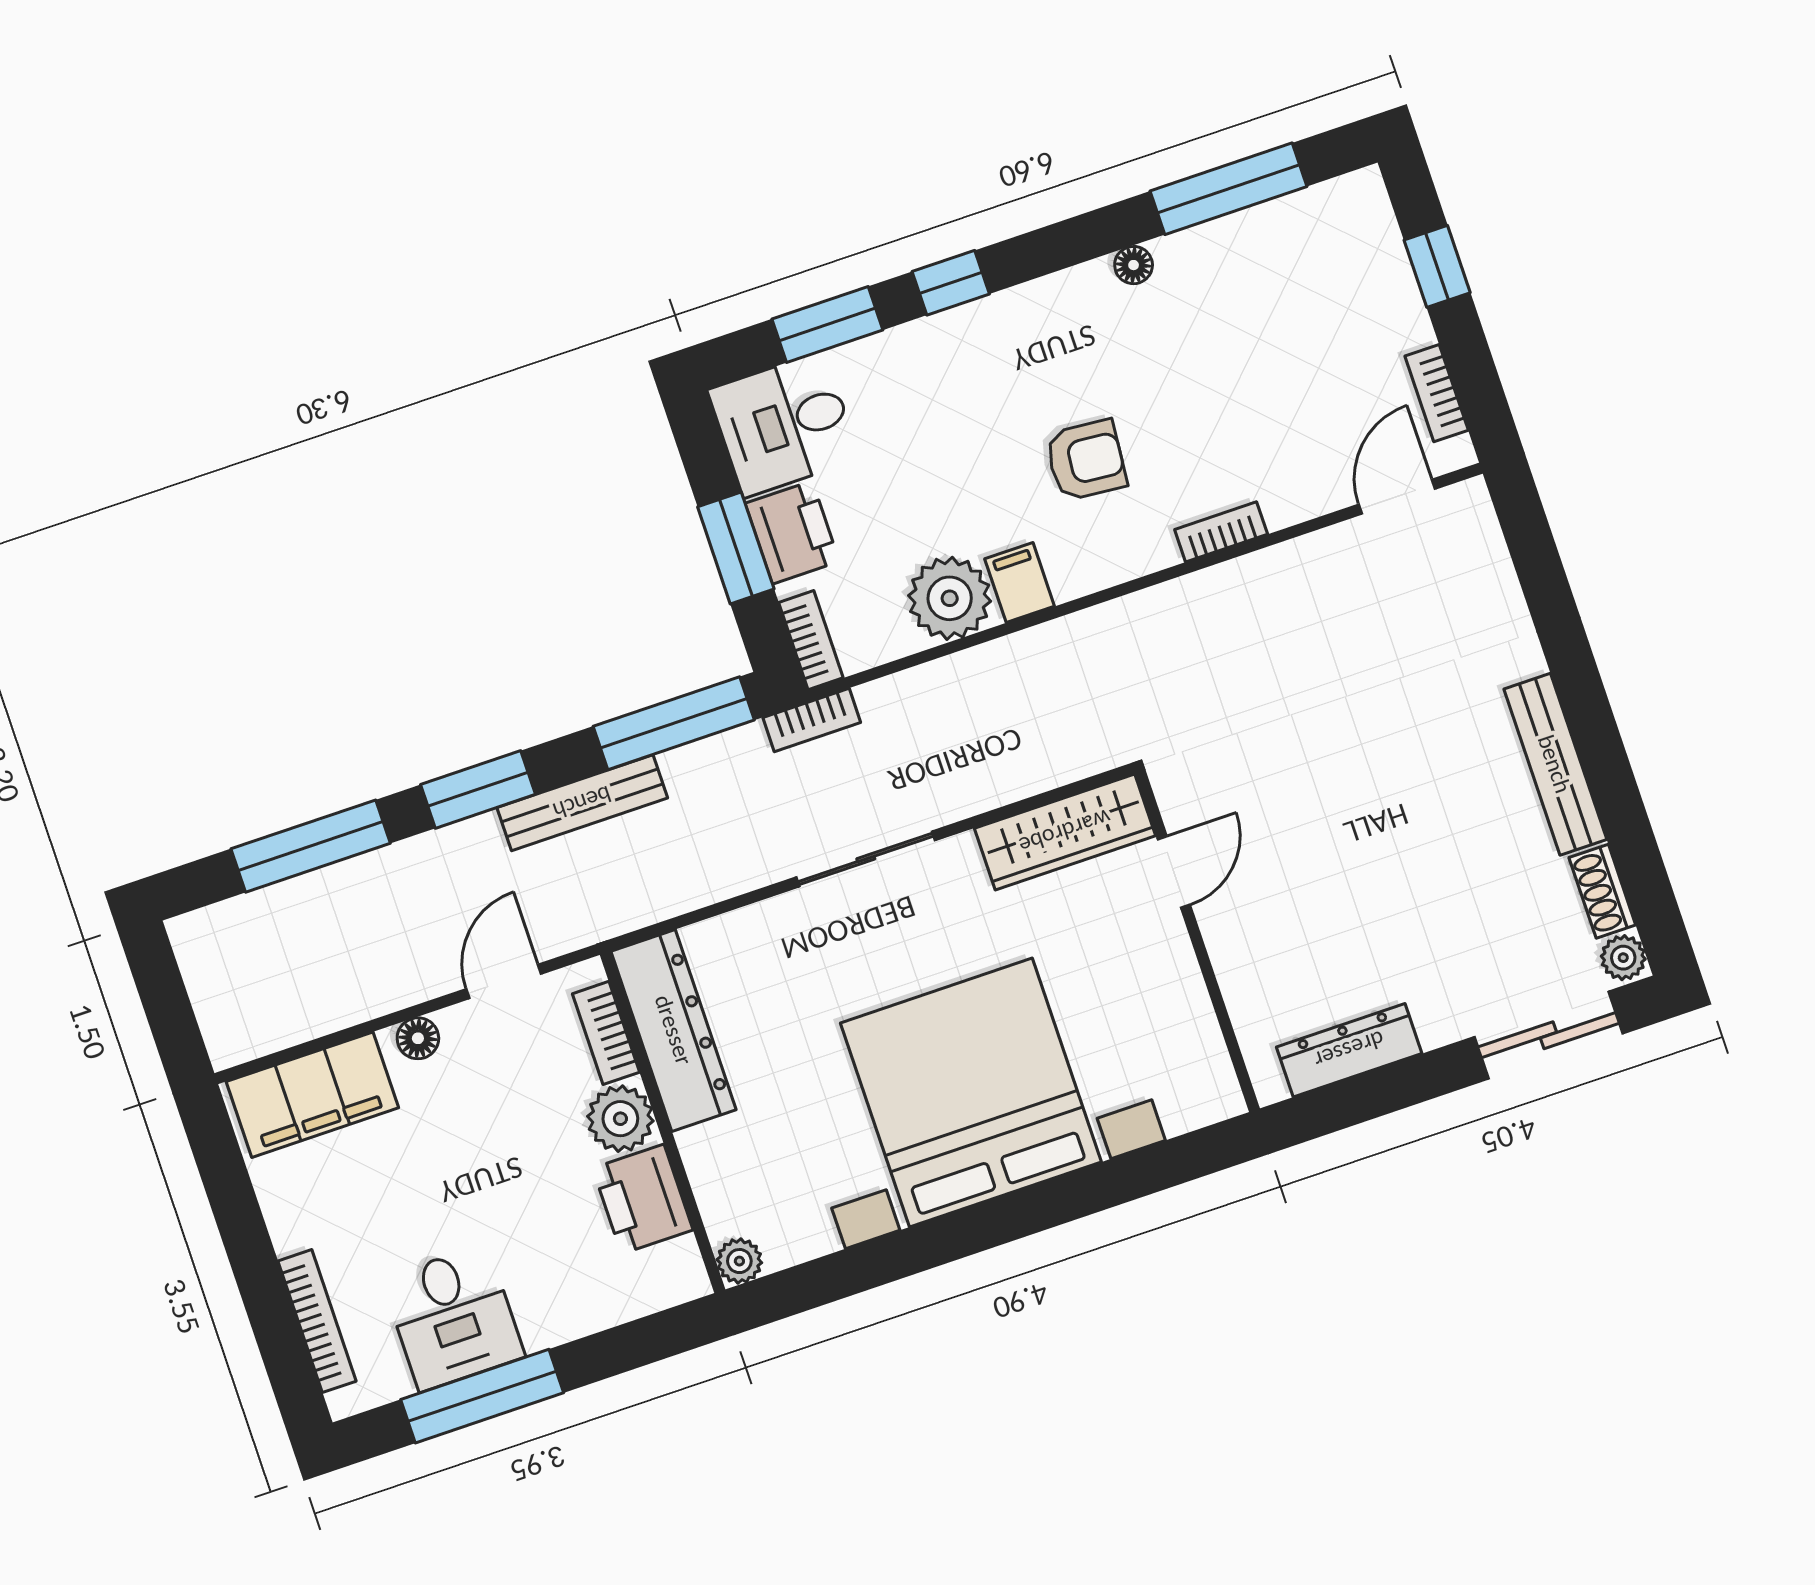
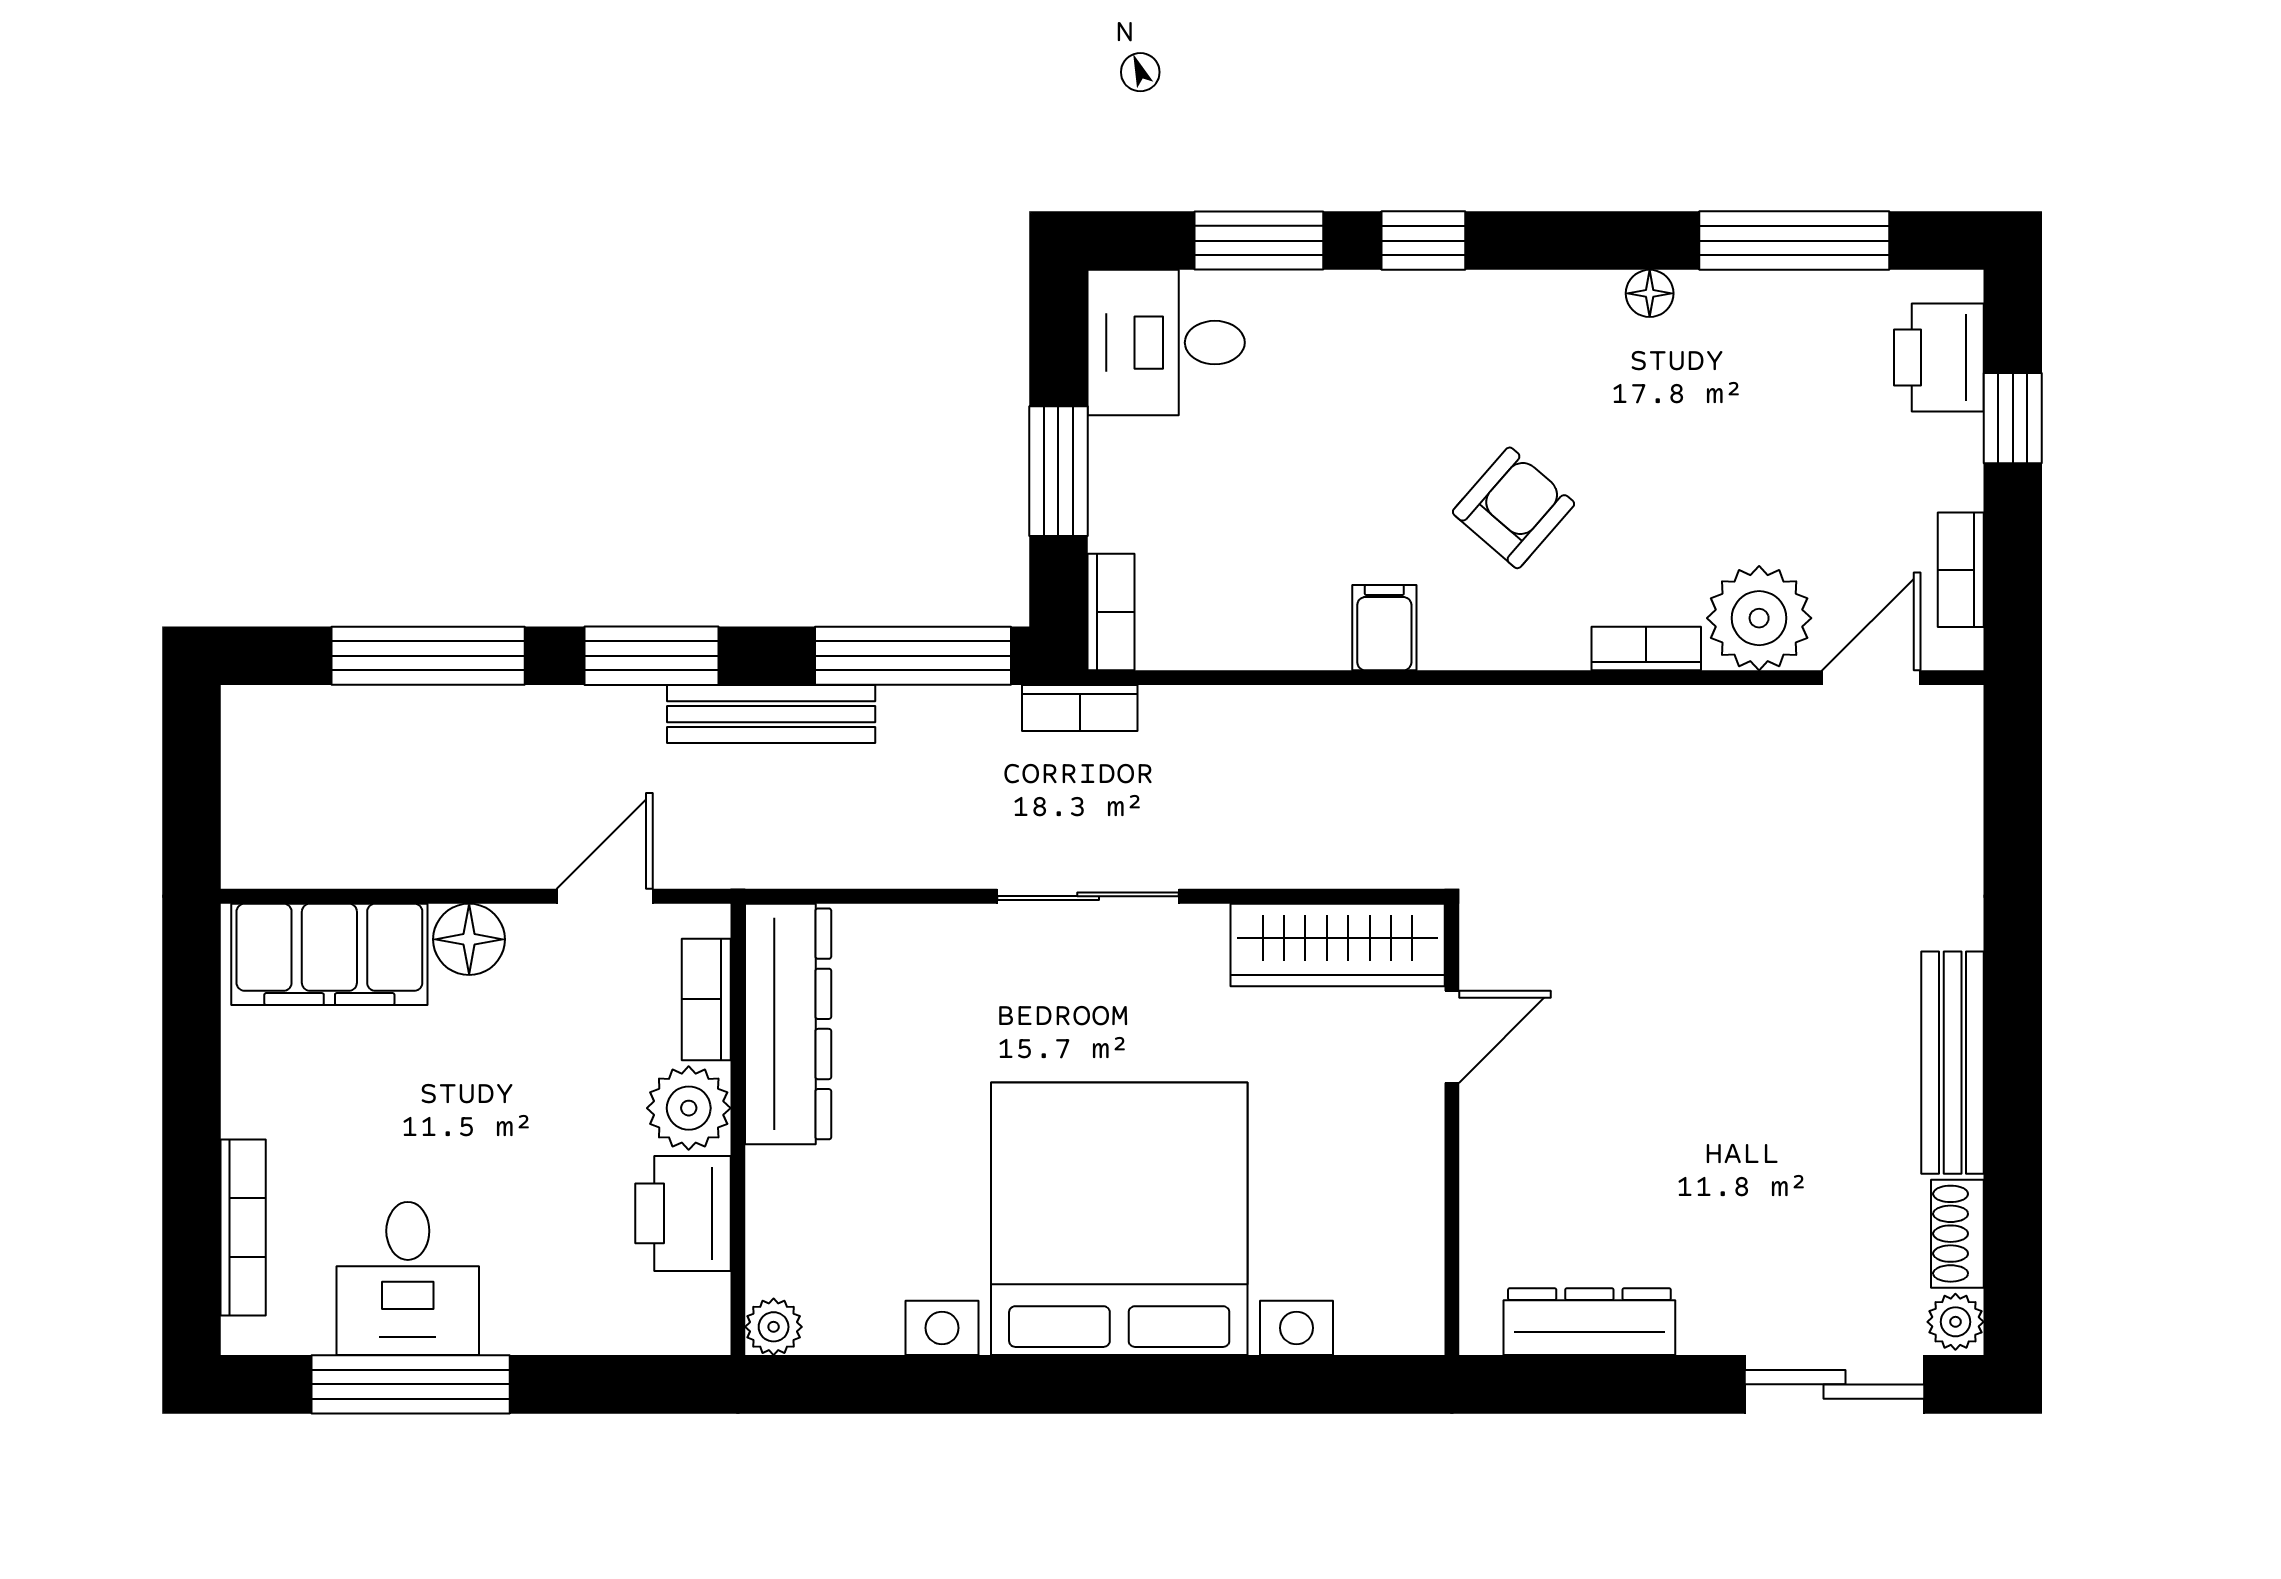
armchair: (1086, 460) -> (1514, 508), turned -54
printer: (792, 532) -> (1939, 358), moved, turned 180
plant: (950, 598) -> (1759, 618), moved
floor lamp: (418, 1038) -> (469, 939), width x1.37, depth x1.37

